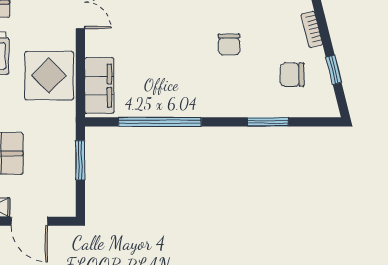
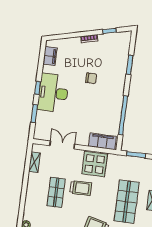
chair: (292, 75) -> (109, 51), removed

